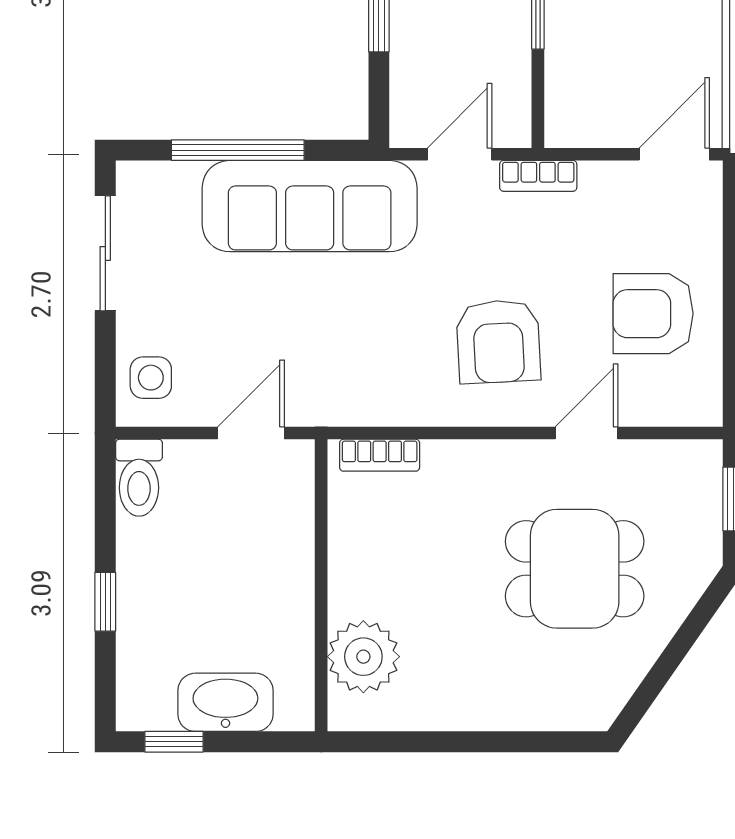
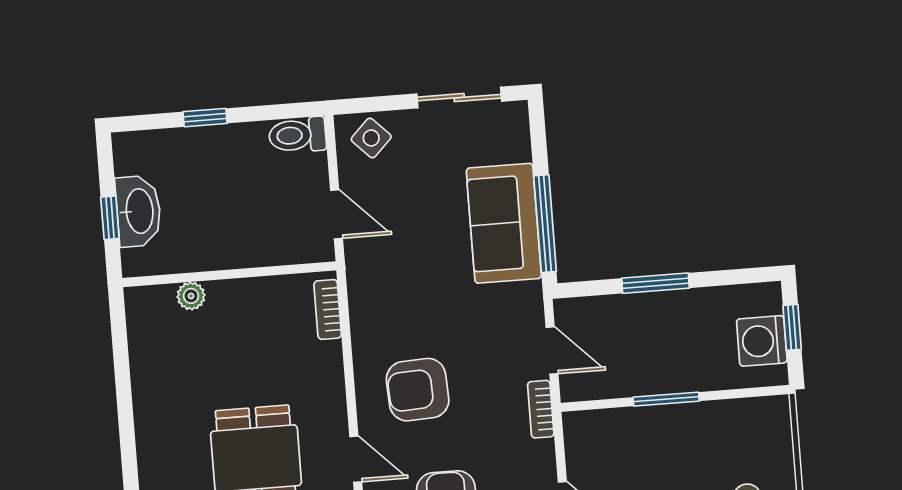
window: (238, 150) -> (545, 224), moved
sofa: (310, 206) -> (504, 223), width x0.73
side table: (151, 378) -> (371, 138), turned 45
plant: (363, 657) -> (191, 296), width x0.53, depth x0.53
window: (174, 742) -> (110, 218), moved

